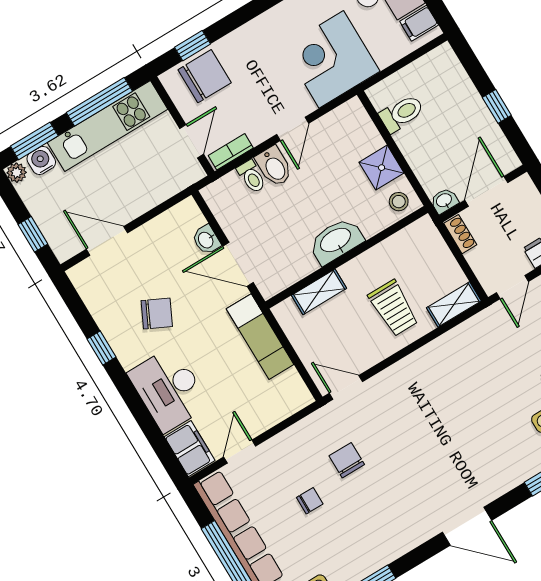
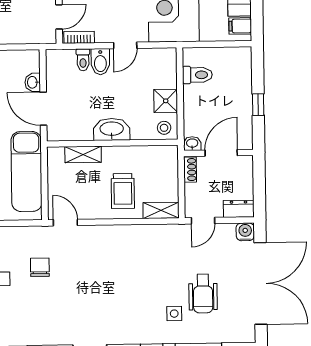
exam couch: (260, 337) -> (27, 171), width x1.36, depth x1.45

